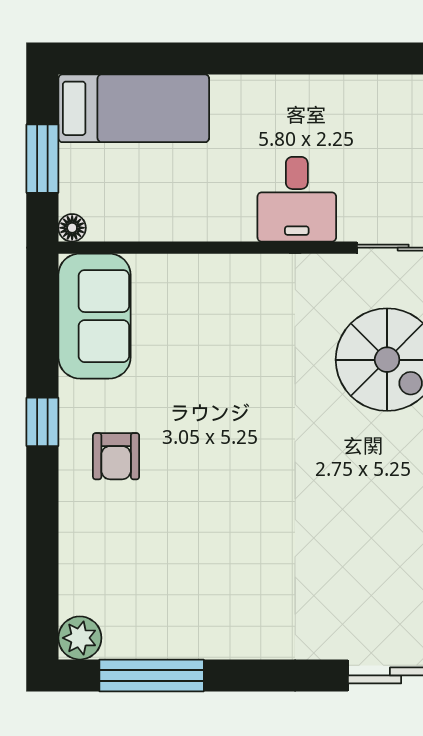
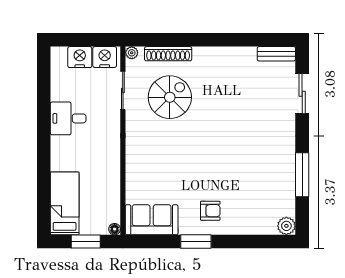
desk: (297, 199) -> (68, 118), moved, turned 180
window: (42, 422) -> (196, 242), width x1.50
window: (152, 675) -> (302, 175), moved

